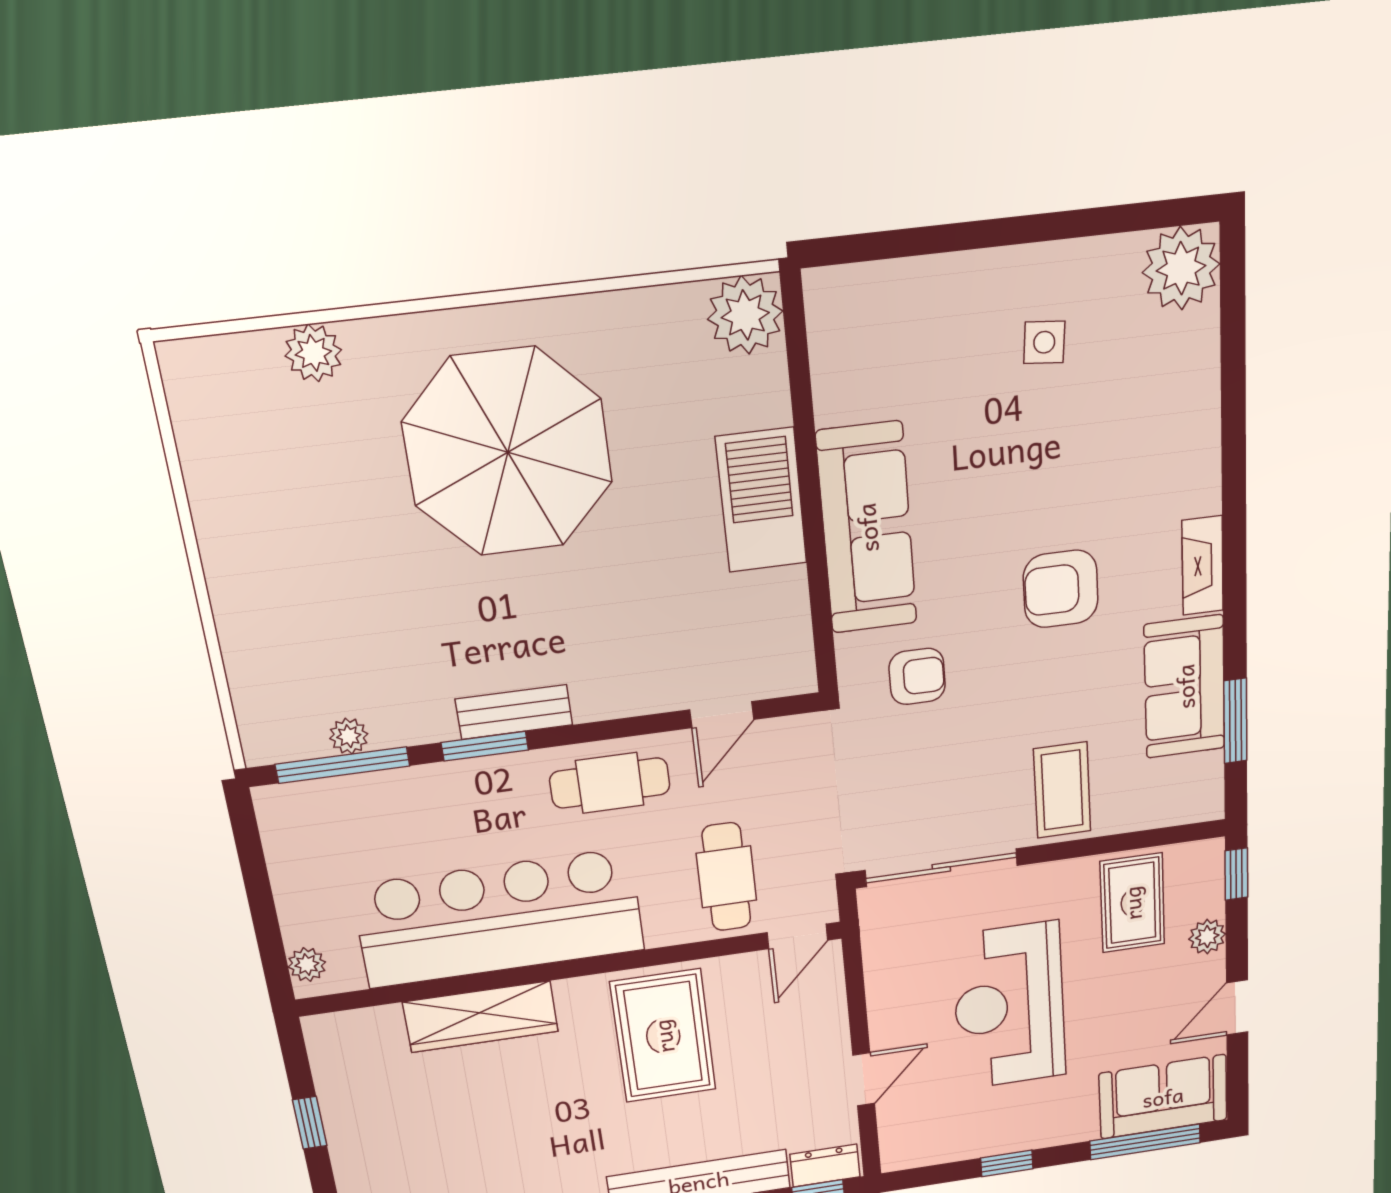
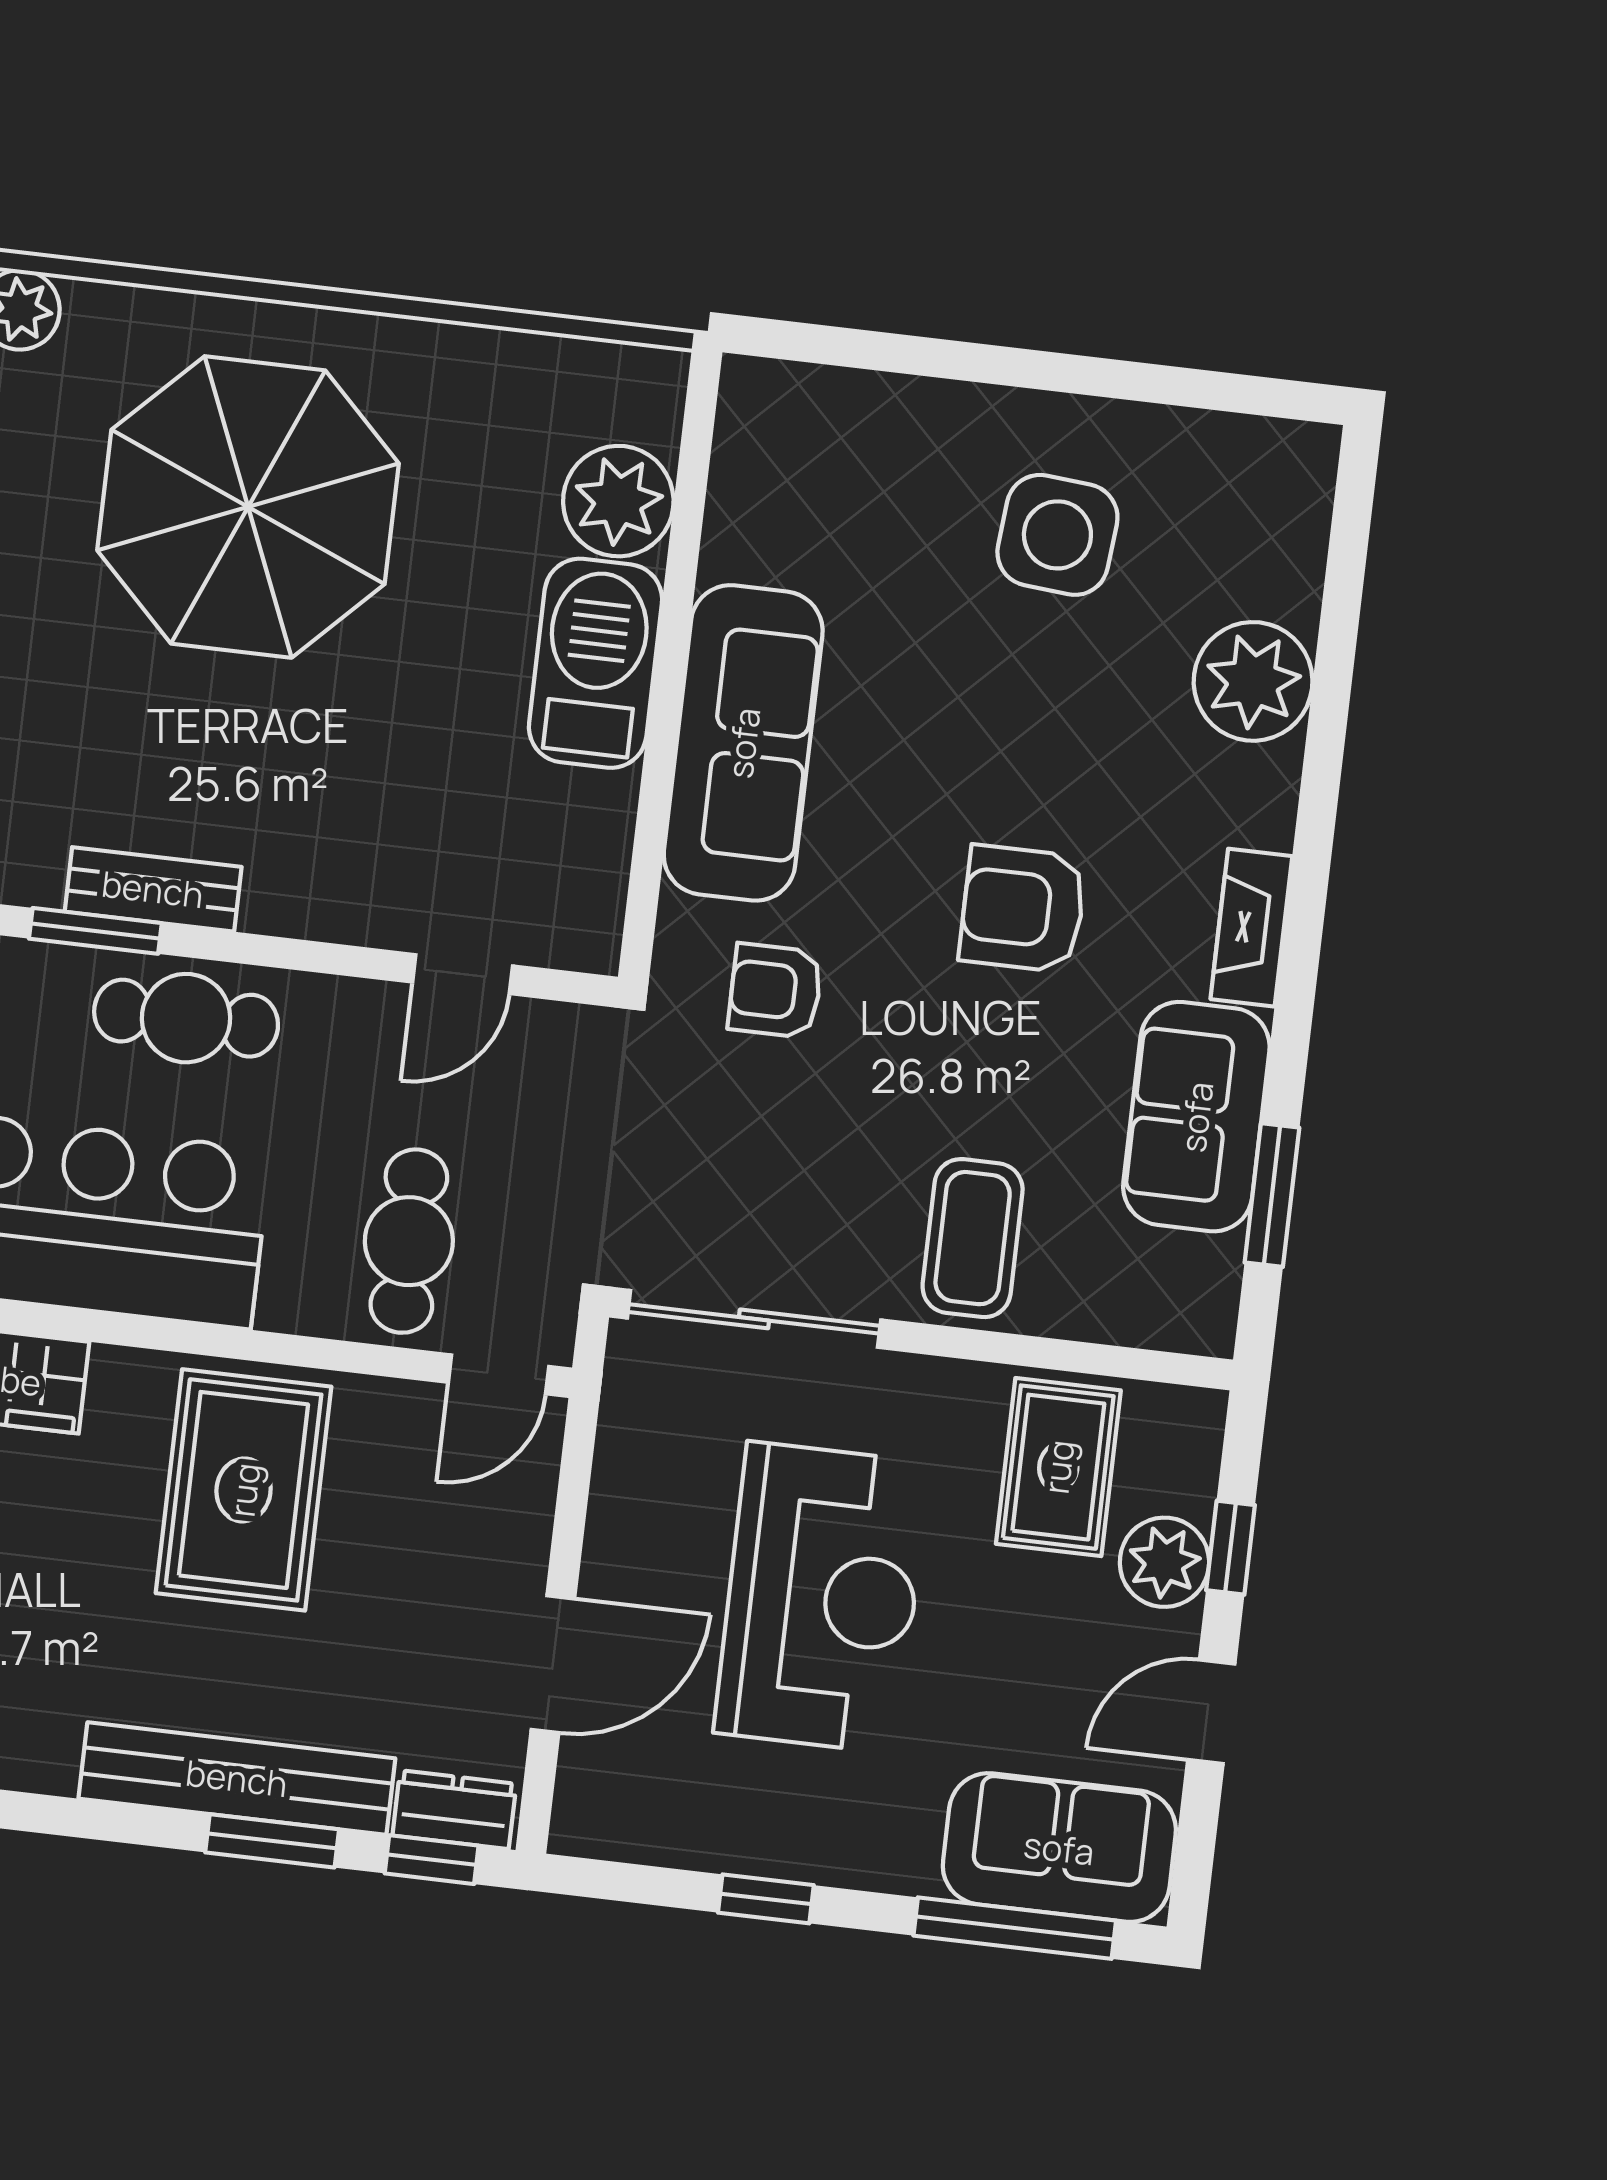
plant: (1181, 268) -> (1253, 681), moved
plant: (745, 315) -> (618, 501), moved
side table: (1044, 342) -> (1057, 535), width x1.87, depth x1.87
armchair: (917, 676) -> (775, 991), turned 180
cafe table: (610, 783) -> (186, 1018), moved
window: (1236, 874) -> (1231, 1548), moved
plant: (1207, 937) -> (1164, 1562), width x1.38, depth x1.38
reception desk: (1009, 1006) -> (822, 1597), turned 180
door: (864, 1079) -> (553, 1664), width x1.38

